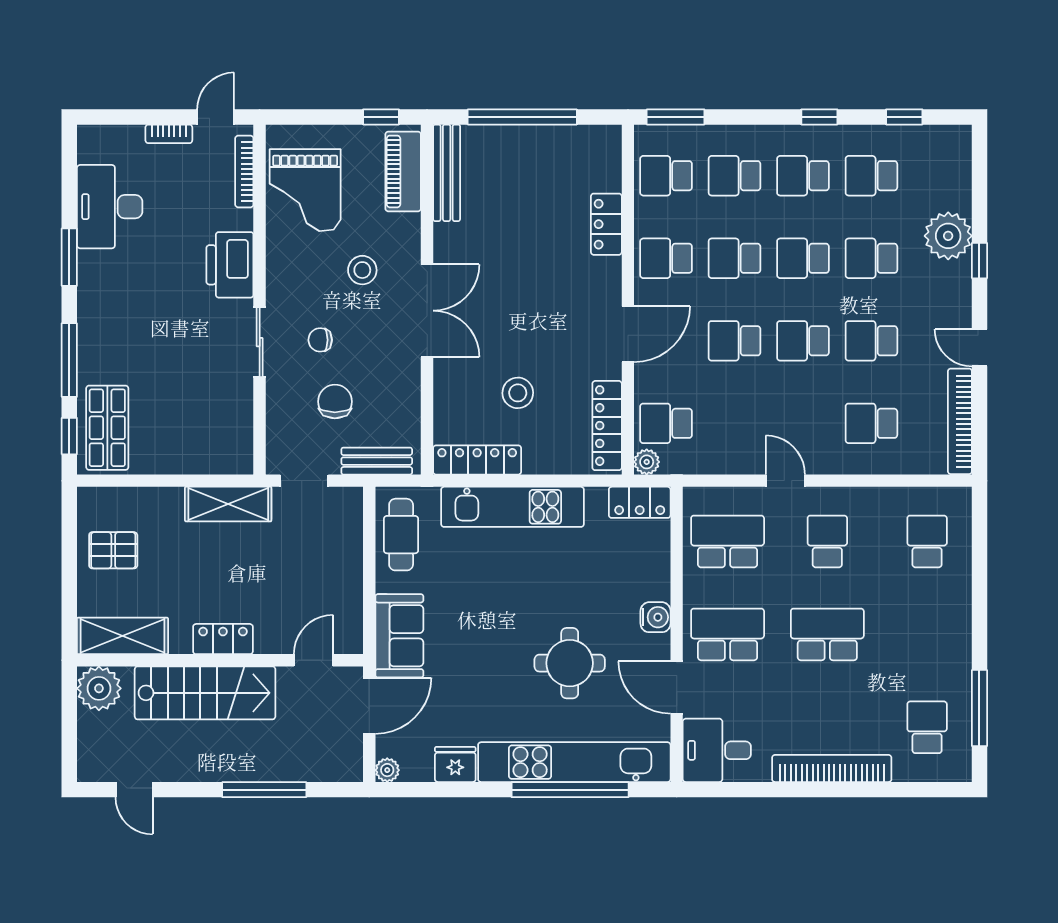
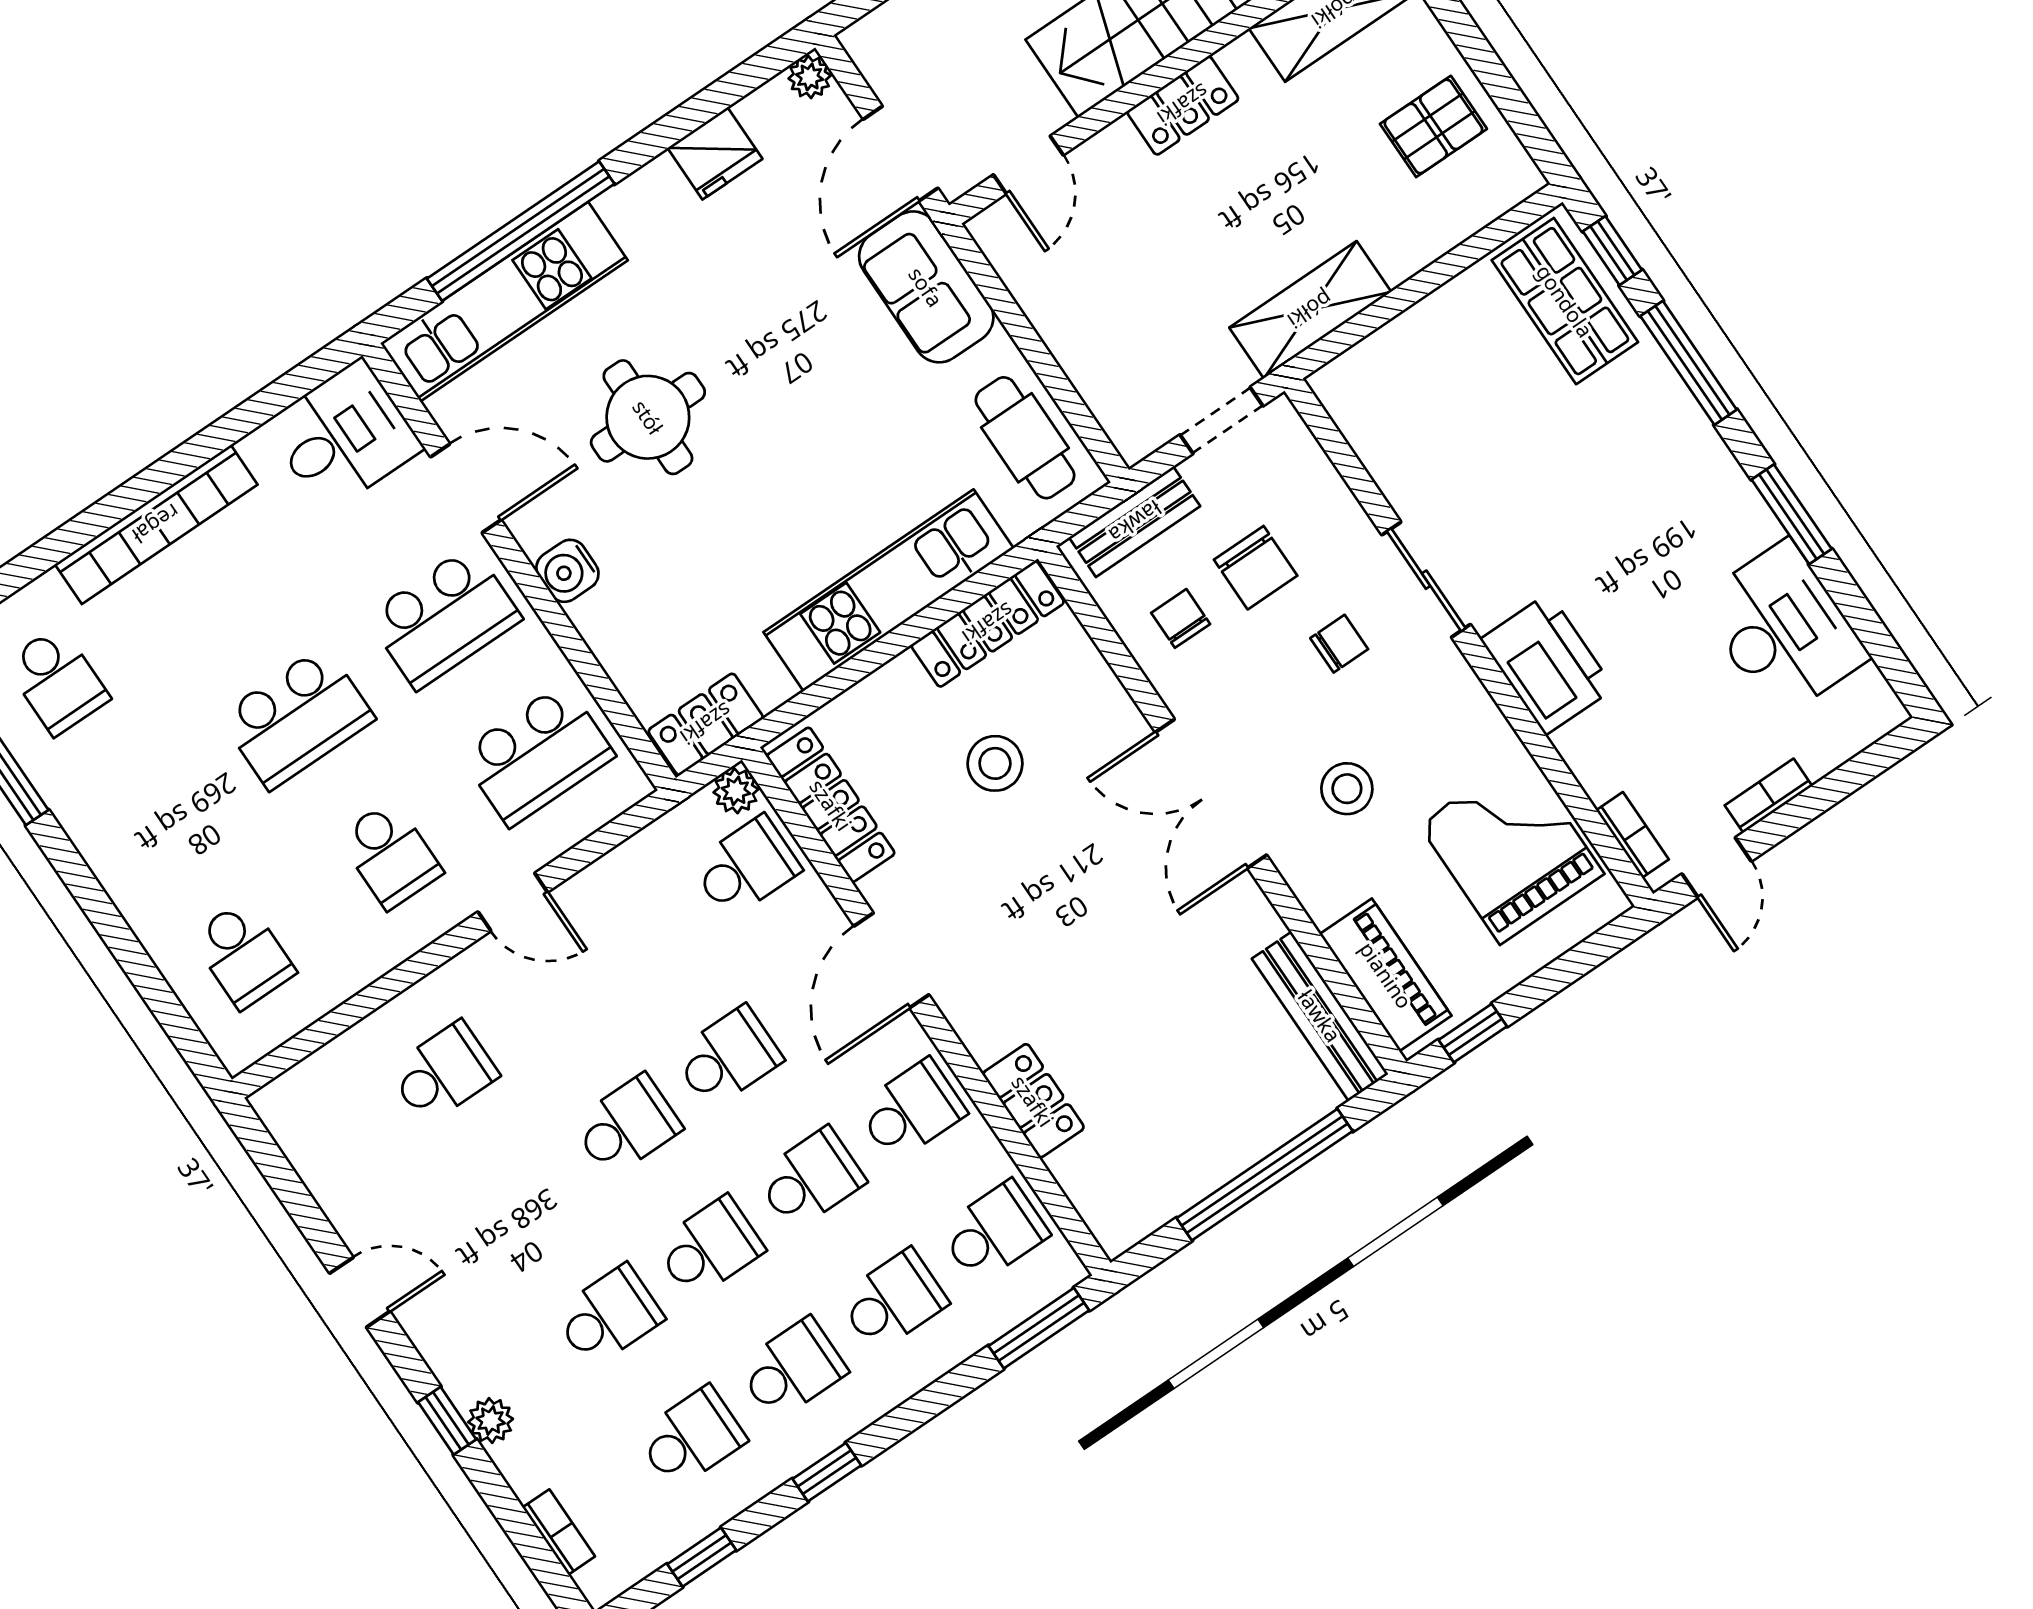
bookcase: (244, 171) -> (1632, 835), width x0.64
plant: (948, 236) -> (491, 1421), width x0.53, depth x0.53
school desk: (871, 341) -> (526, 1194), removed
chair: (386, 402) -> (1181, 618), added
bookcase: (960, 421) -> (559, 1532), moved, width x0.43, depth x0.76
kitchen unit: (574, 762) -> (504, 302), width x0.73

